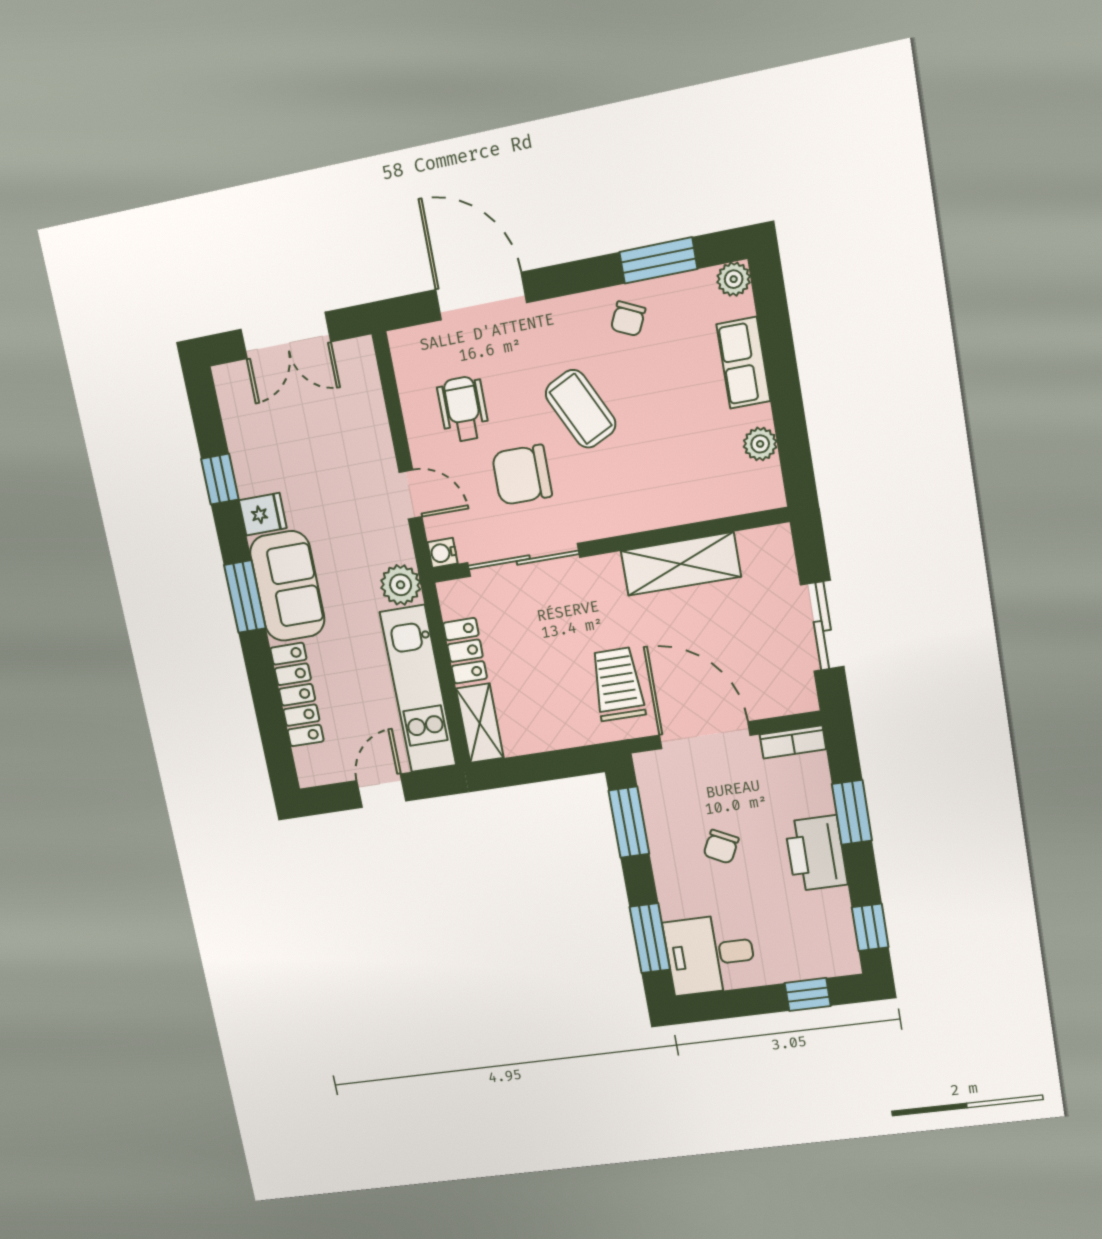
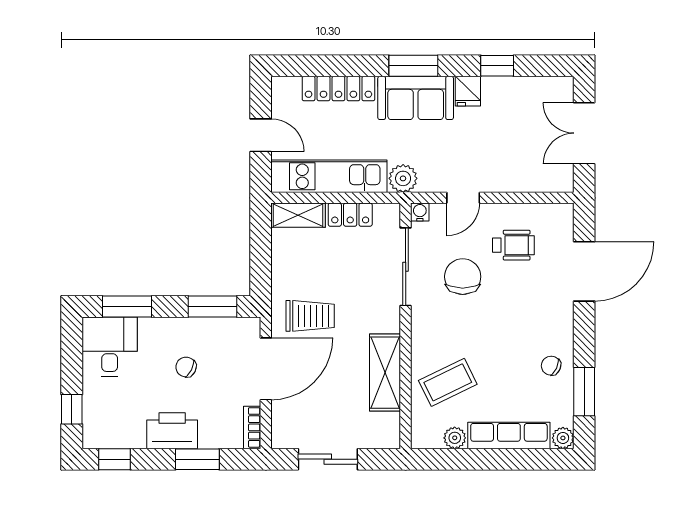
row of seats: (743, 363) -> (509, 436), width x1.48
coffee table: (581, 409) -> (448, 382), moved

